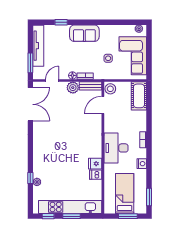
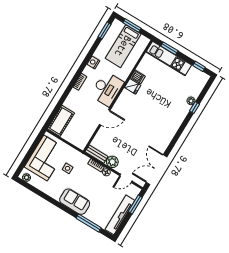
window: (61, 22) -> (89, 223), width x2.17
stool: (110, 89) -> (81, 142), removed
door: (103, 105) -> (105, 117), moved
kitchen unit: (70, 207) -> (169, 58), width x0.73
window: (72, 216) -> (169, 48), moved

